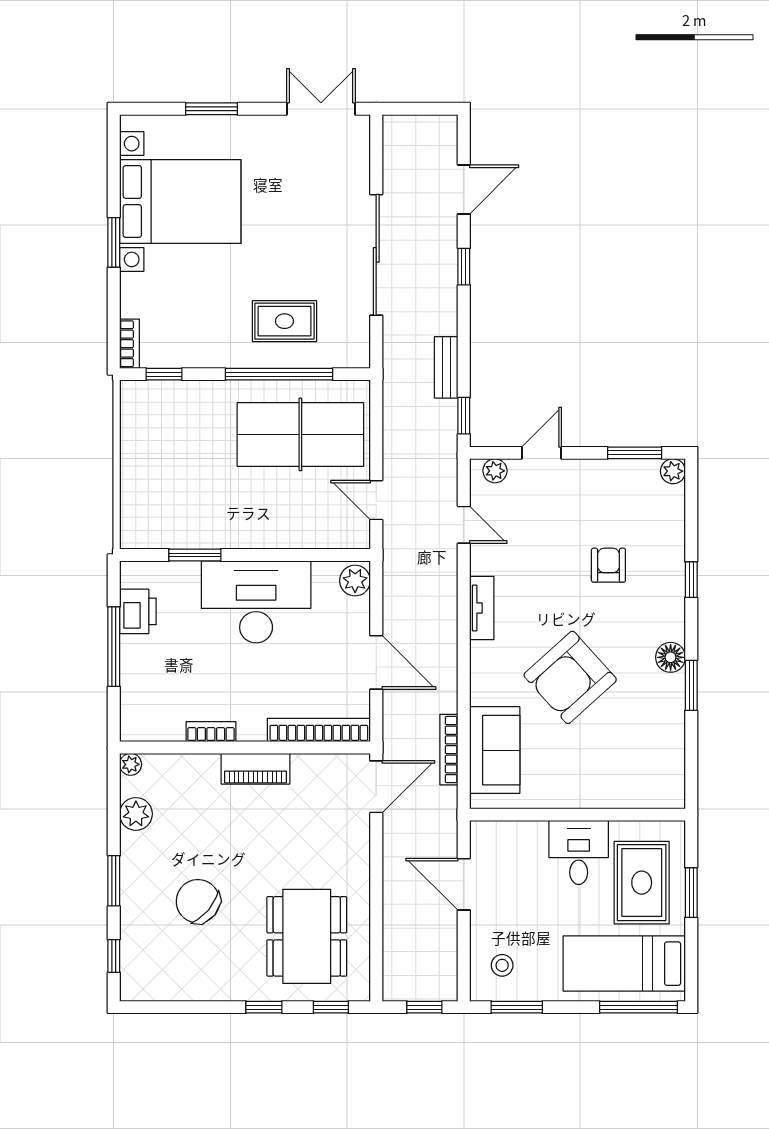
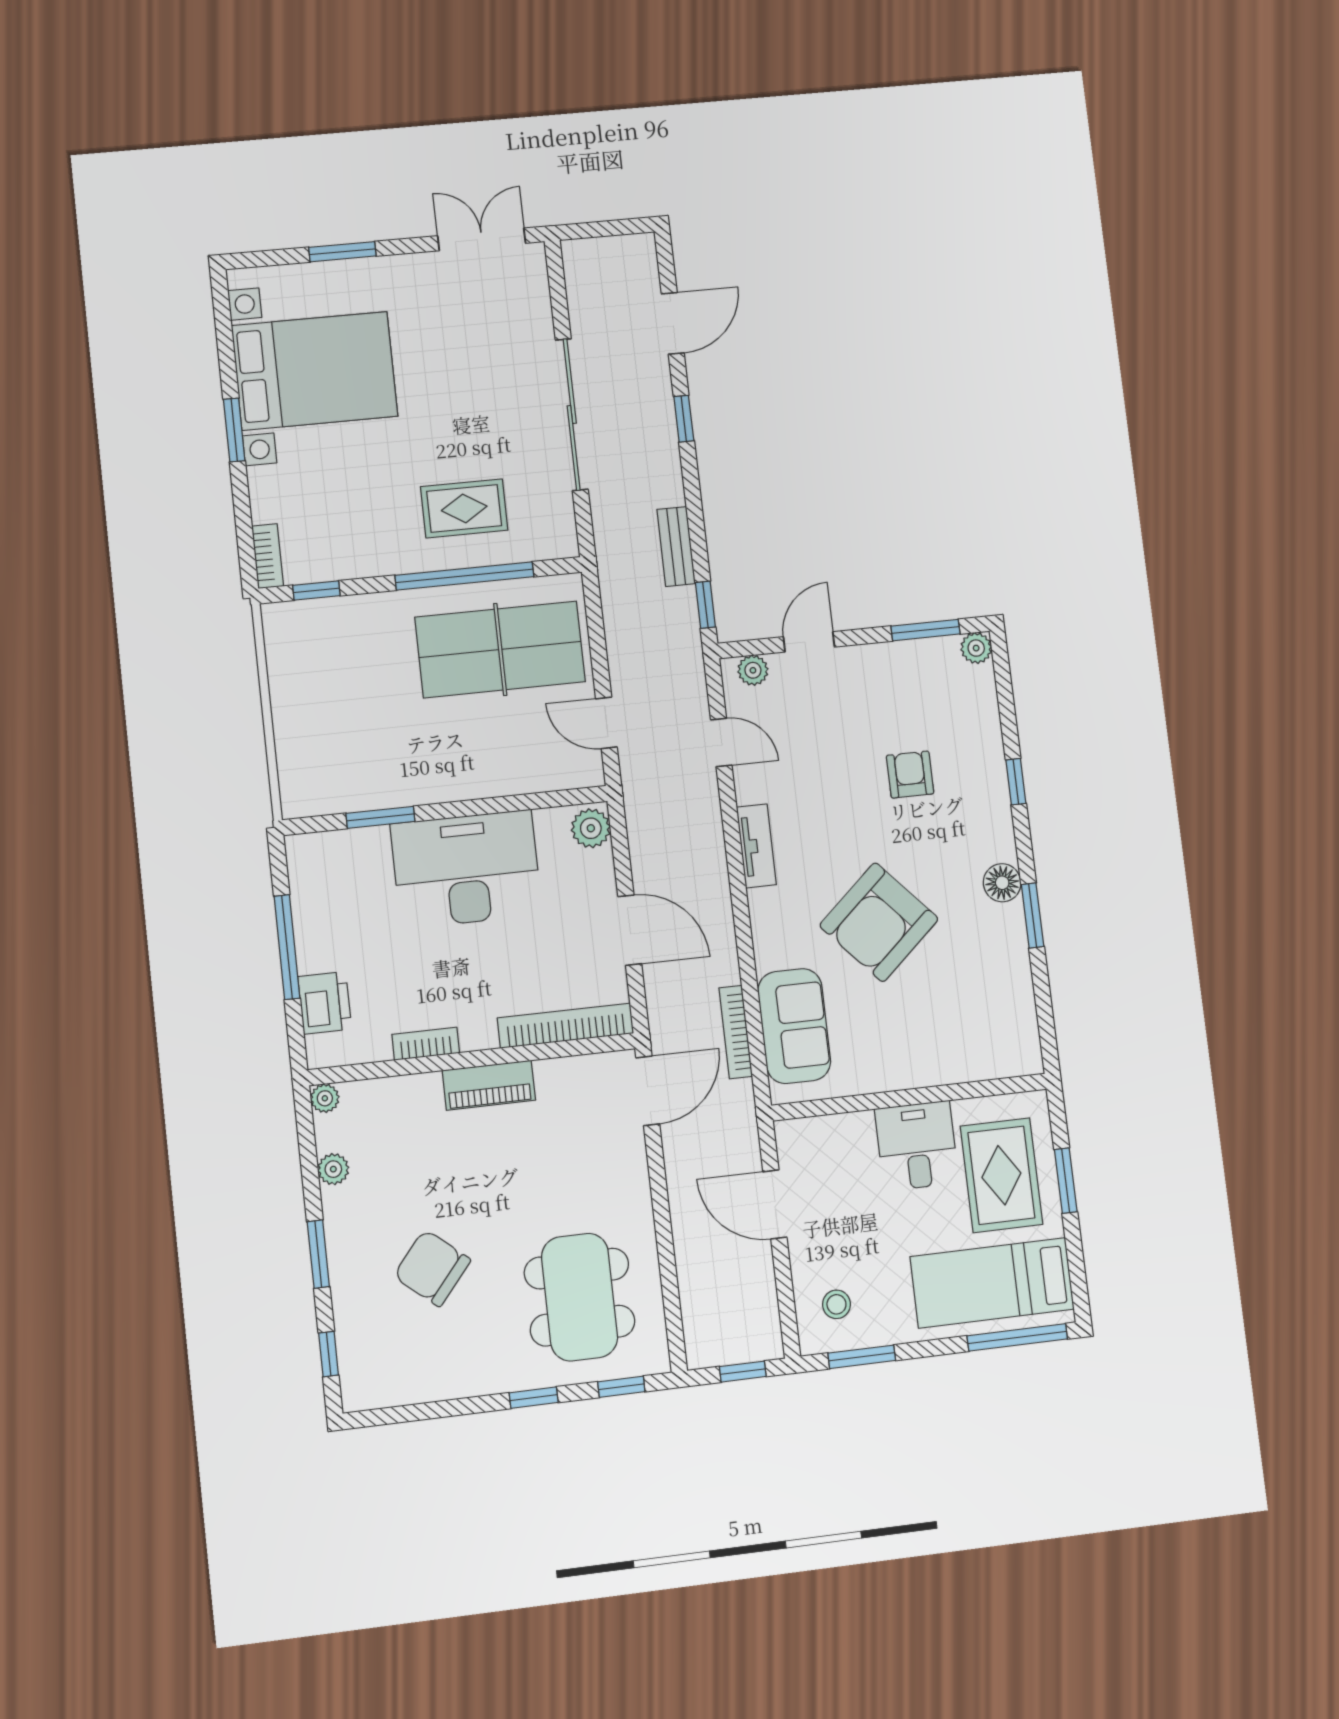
printer: (138, 611) -> (325, 1003), moved
plant: (136, 814) -> (333, 1169), width x0.73, depth x0.73

